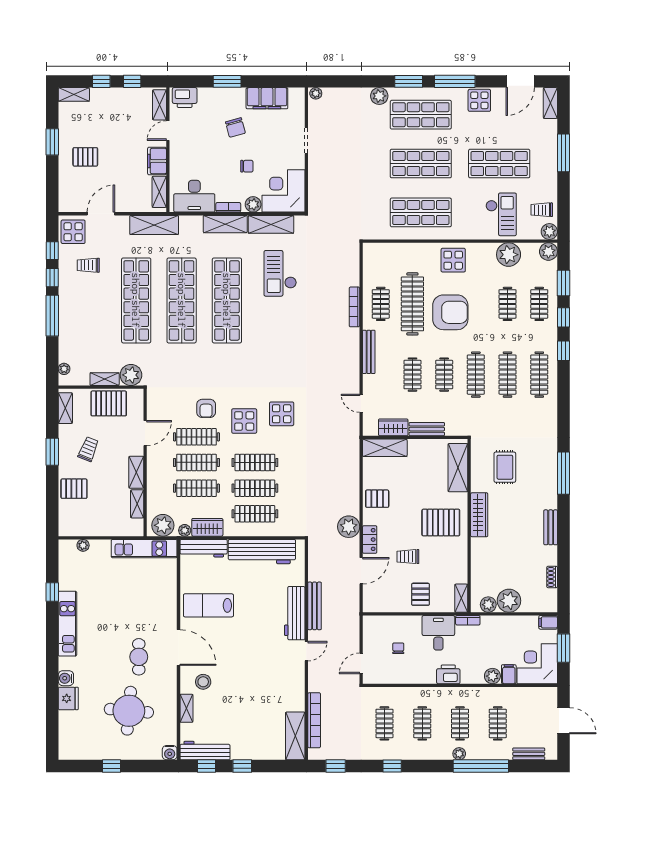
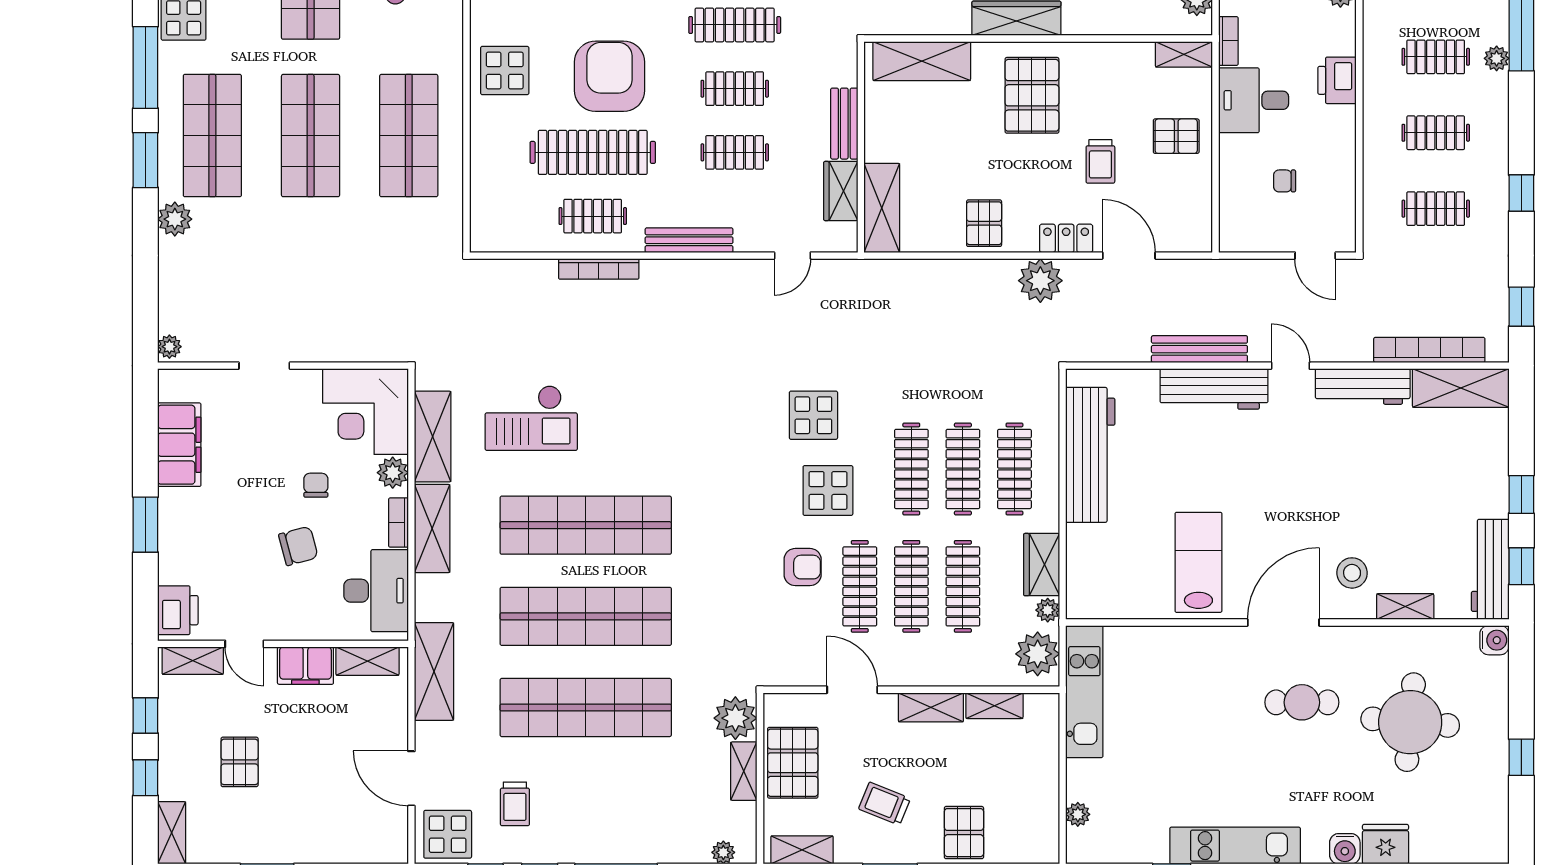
chair: (235, 128) -> (298, 546), moved
pallet: (85, 157) -> (240, 762), moved
workbench: (204, 548) -> (1363, 386), moved, turned 90
lab bench: (208, 605) -> (1198, 562), turned 180

